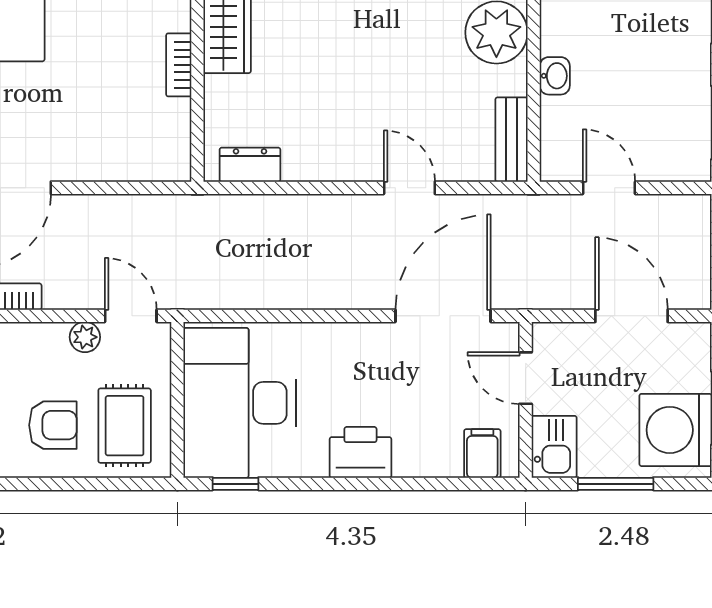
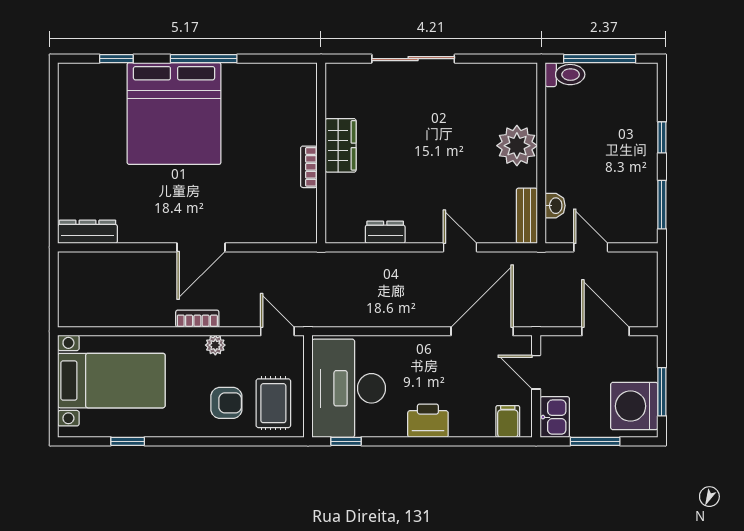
washbasin: (555, 76) -> (555, 206), moved
dresser: (250, 165) -> (385, 232), moved
plant: (85, 337) -> (215, 345), moved

